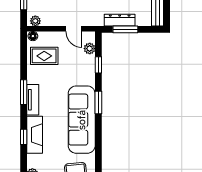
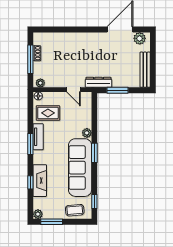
dresser: (120, 20) -> (99, 82), moved
plant: (90, 49) -> (87, 133), moved
window: (98, 65) -> (94, 201), moved
tv unit: (33, 100) -> (38, 137), moved

